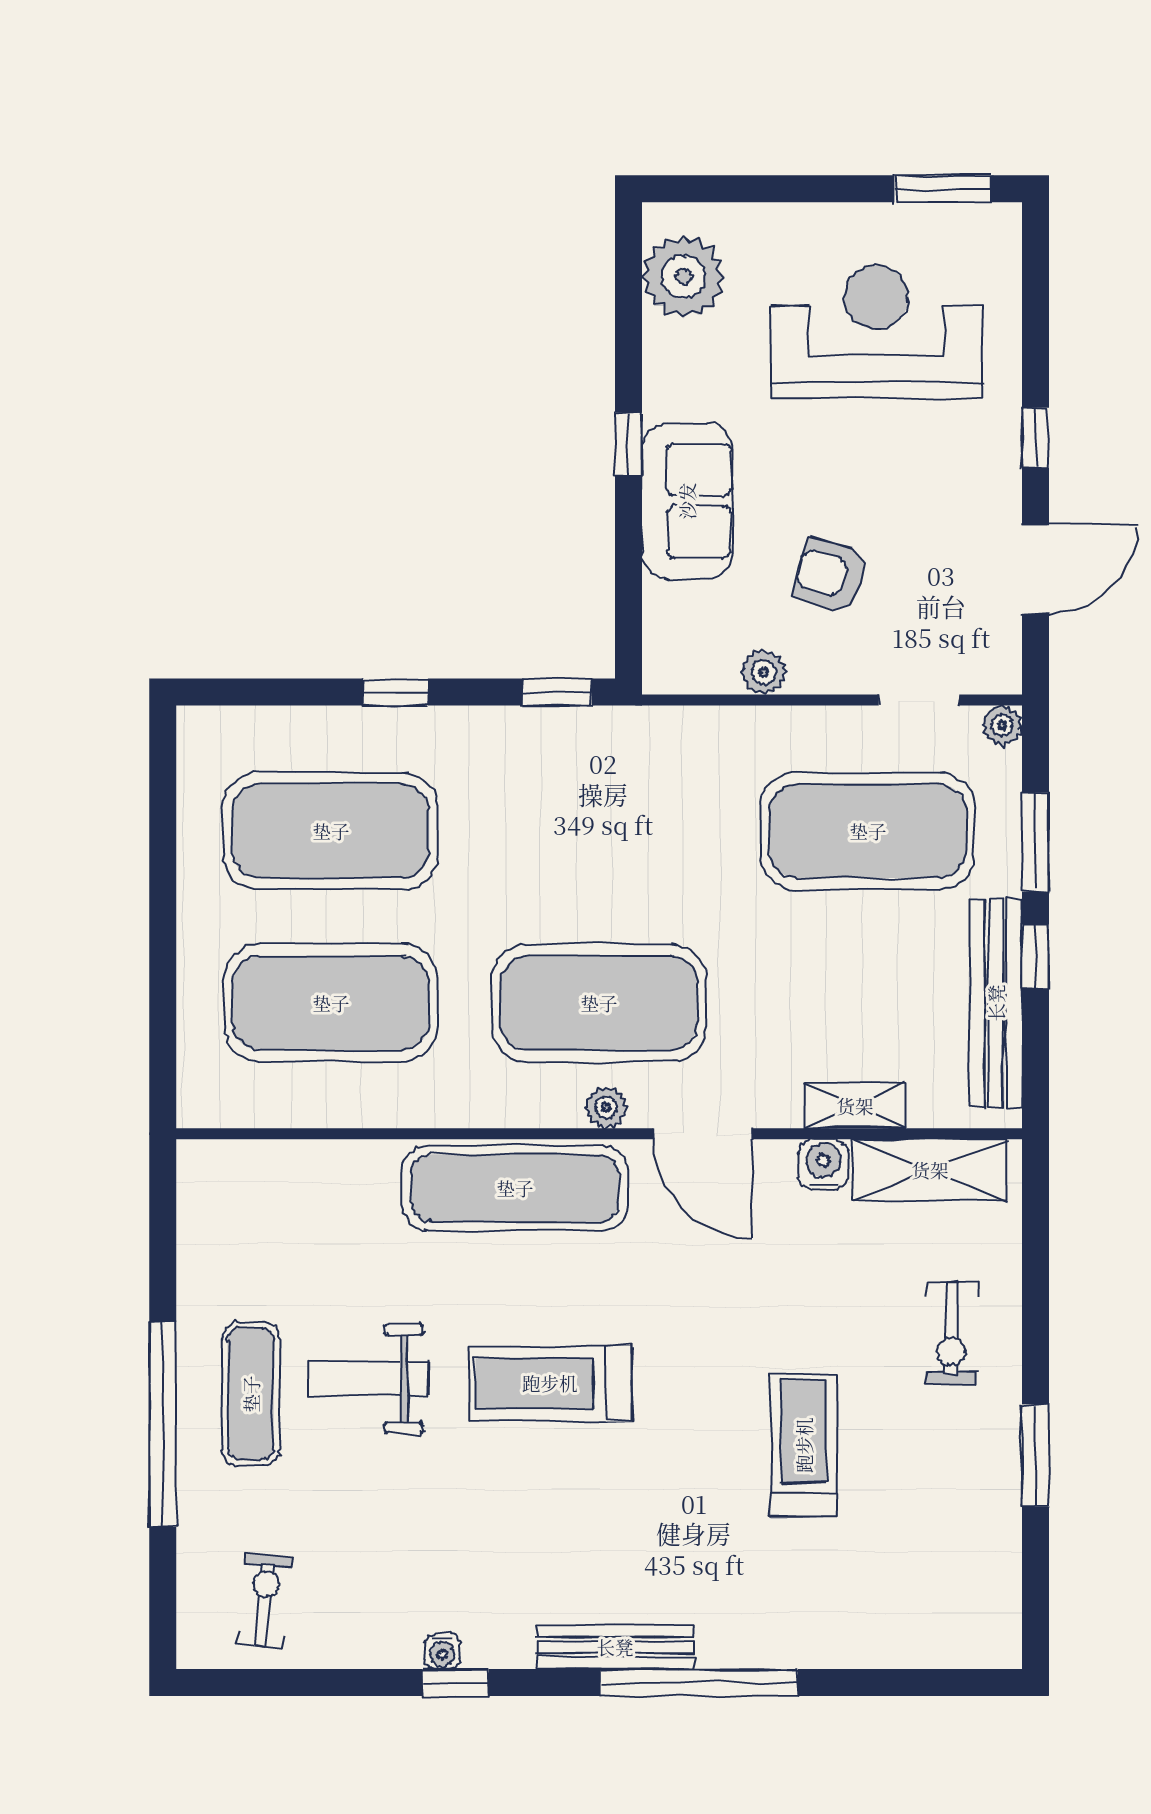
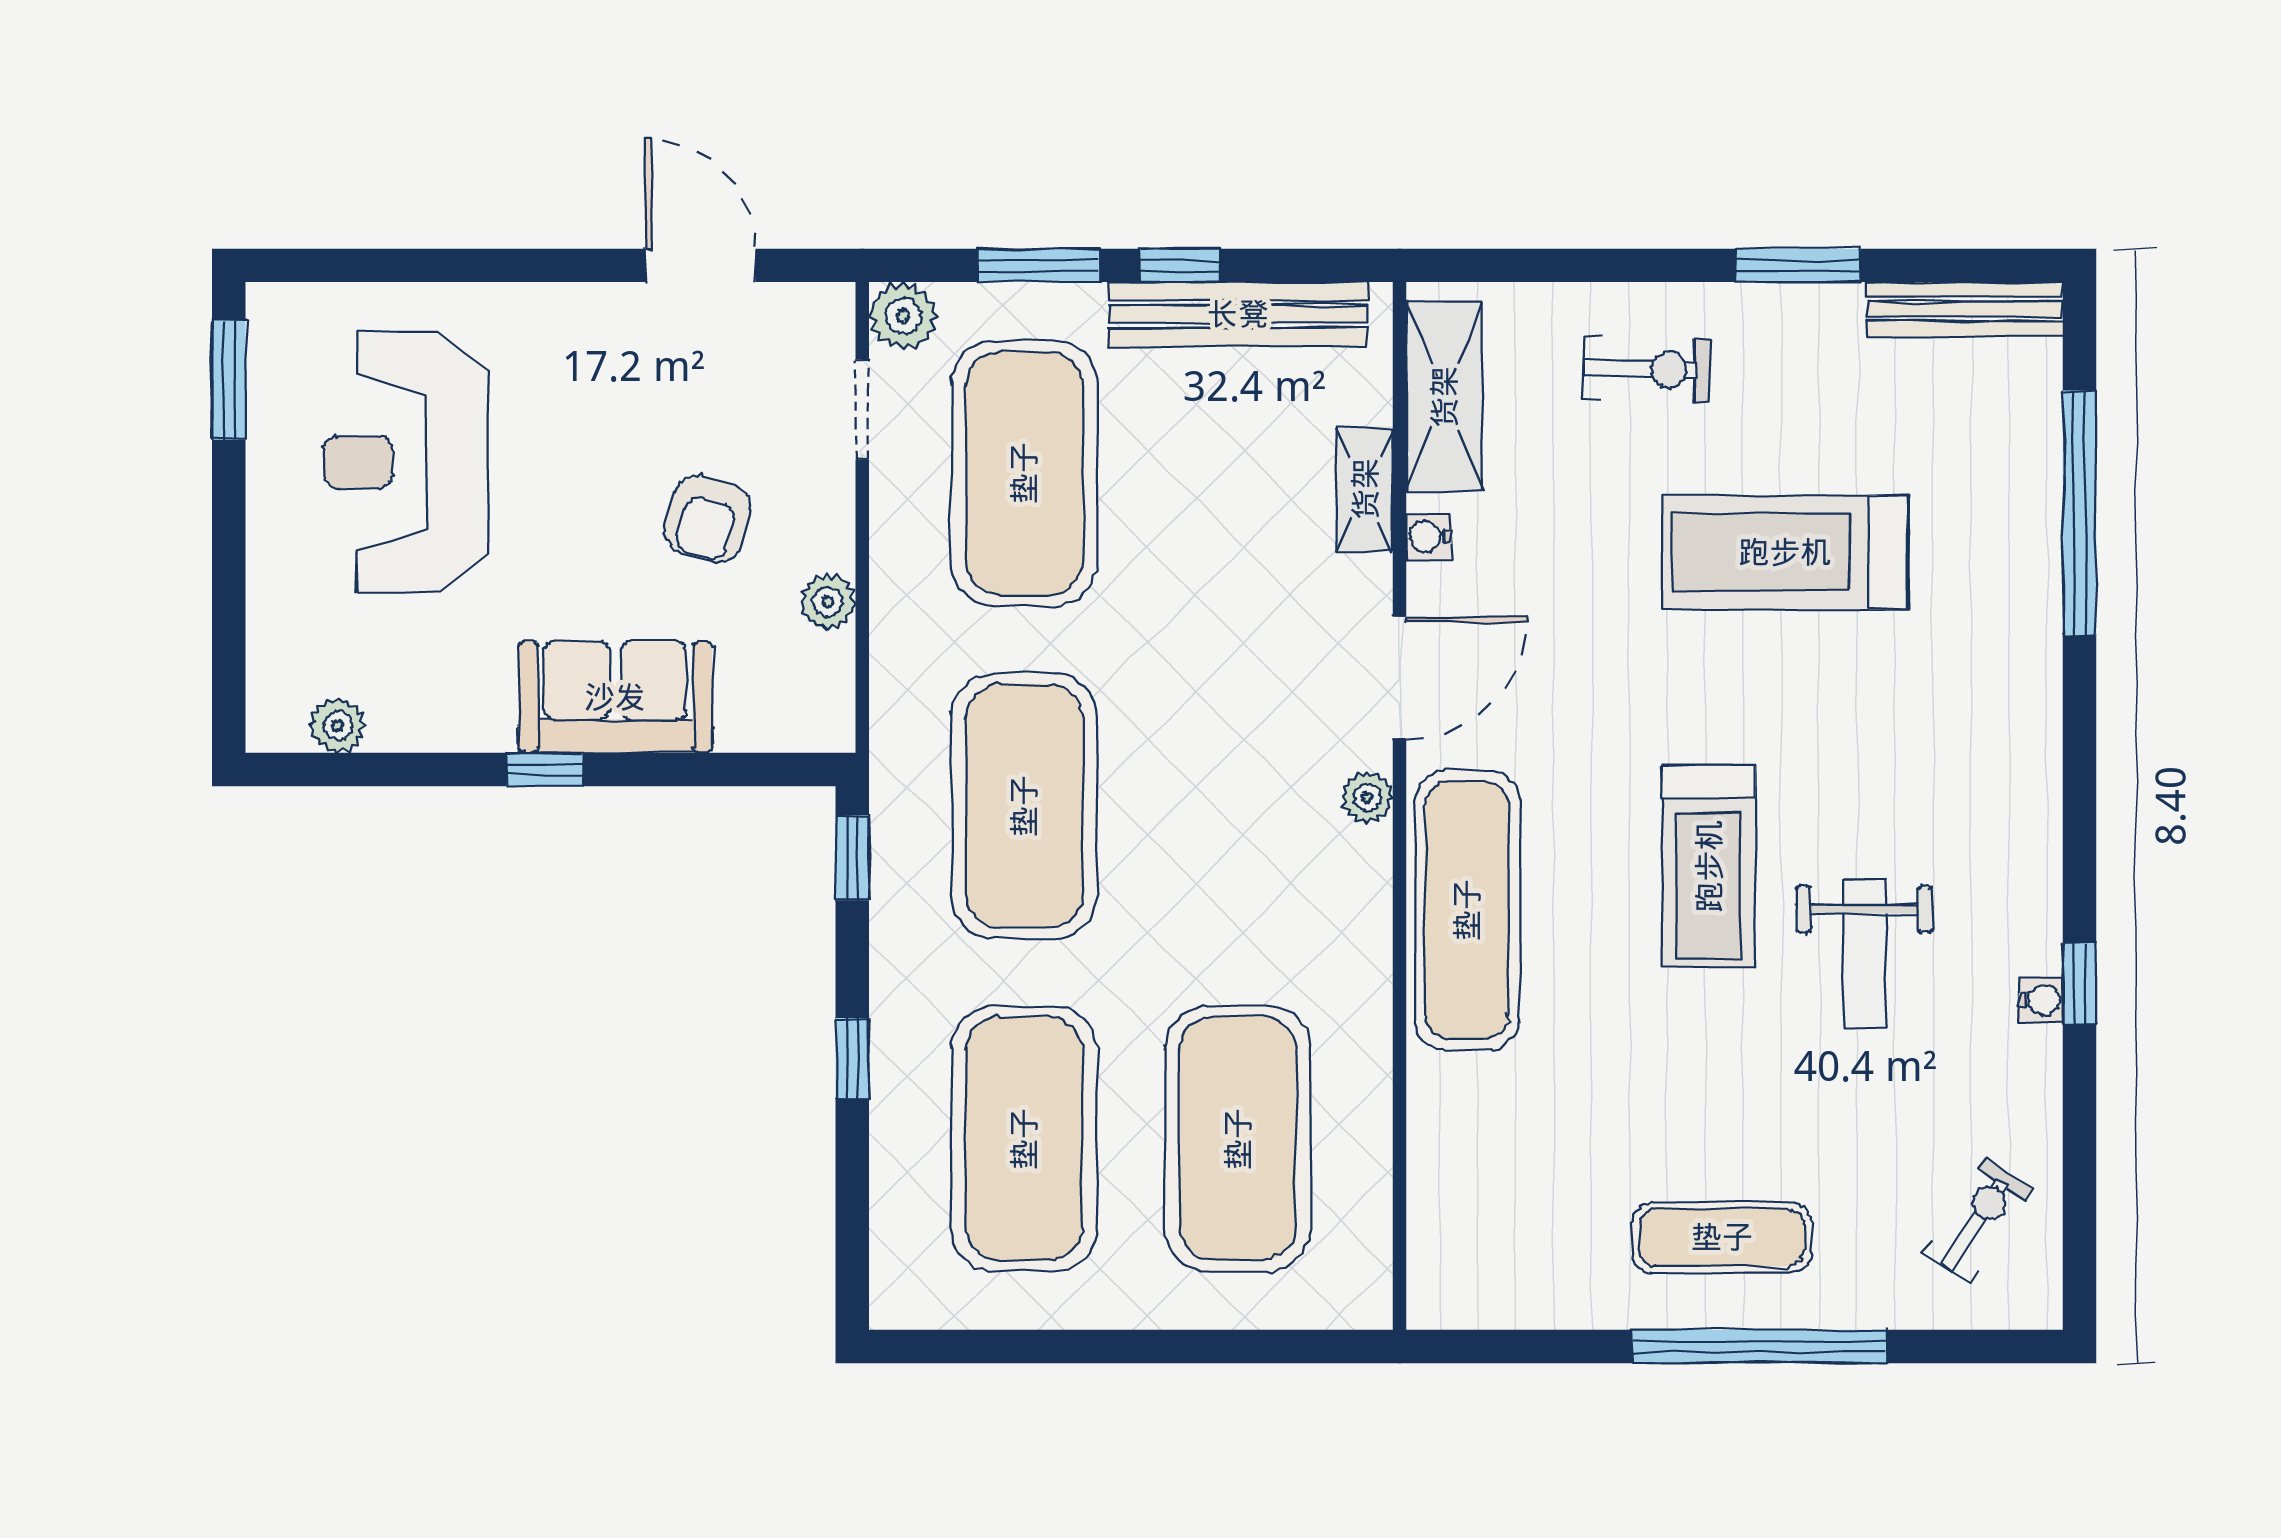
plant: (683, 277) -> (338, 725), width x0.53, depth x0.53
window: (1035, 438) -> (537, 265), removed
plant: (1002, 725) -> (903, 316), width x1.38, depth x1.38
exercise mat: (599, 1003) -> (1024, 806), moved
water cooler: (823, 1164) -> (1429, 537), width x0.72, depth x0.72
weight bench: (368, 1379) -> (1864, 953), moved
treadmill: (804, 1445) -> (1785, 552), width x1.37, depth x1.38
exercise bike: (265, 1601) -> (1978, 1220), turned 117
bench: (615, 1647) -> (1965, 309), moved, turned 90
window: (699, 1683) -> (2079, 513), moved

